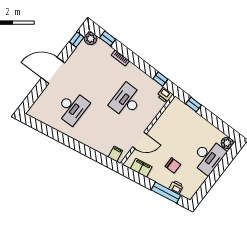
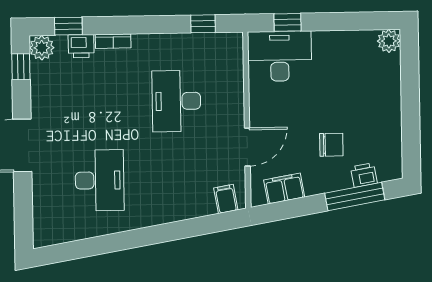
printer: (165, 95) -> (81, 46), moved
desk: (208, 157) -> (280, 56), moved, turned -90

